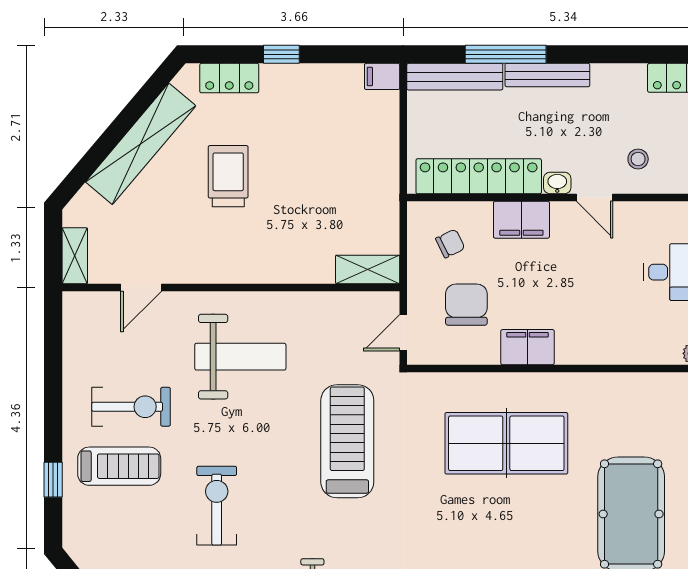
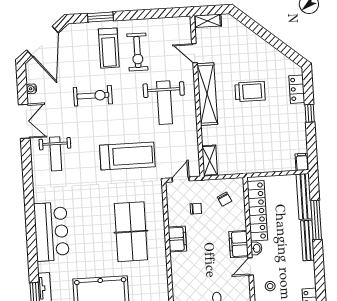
shelving: (141, 144) -> (207, 94), moved, turned 50
filing cabinet: (521, 220) -> (239, 244), moved
chair: (466, 305) -> (196, 209), width x0.54, depth x0.54
door: (403, 333) -> (181, 179), hinge flipped
window: (53, 480) -> (100, 17), width x1.50

